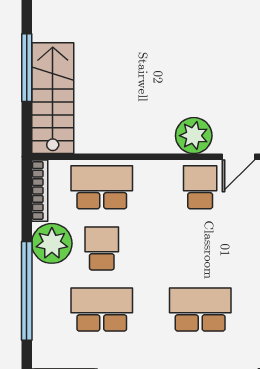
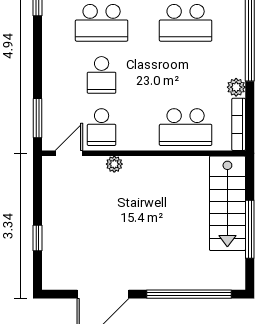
plant: (194, 136) -> (114, 164), width x0.53, depth x0.53
plant: (52, 243) -> (236, 87), width x0.53, depth x0.53
school desk: (102, 248) -> (102, 75), moved

